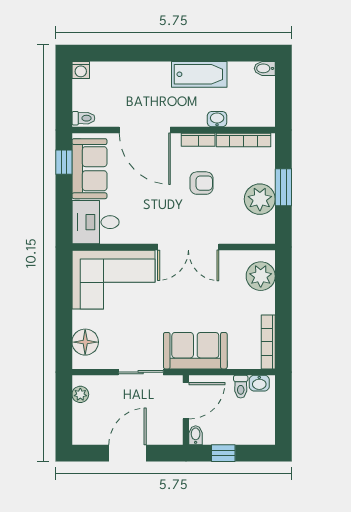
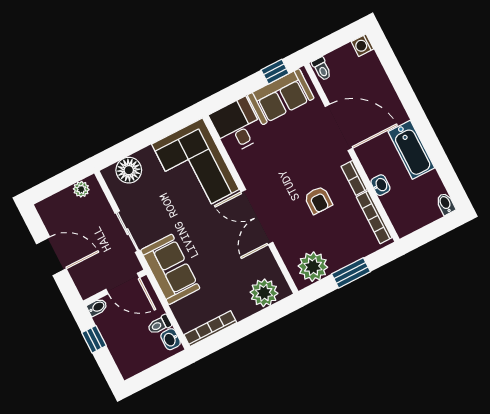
door: (145, 130) -> (339, 127), swing flipped
plant: (260, 199) -> (313, 267), moved

